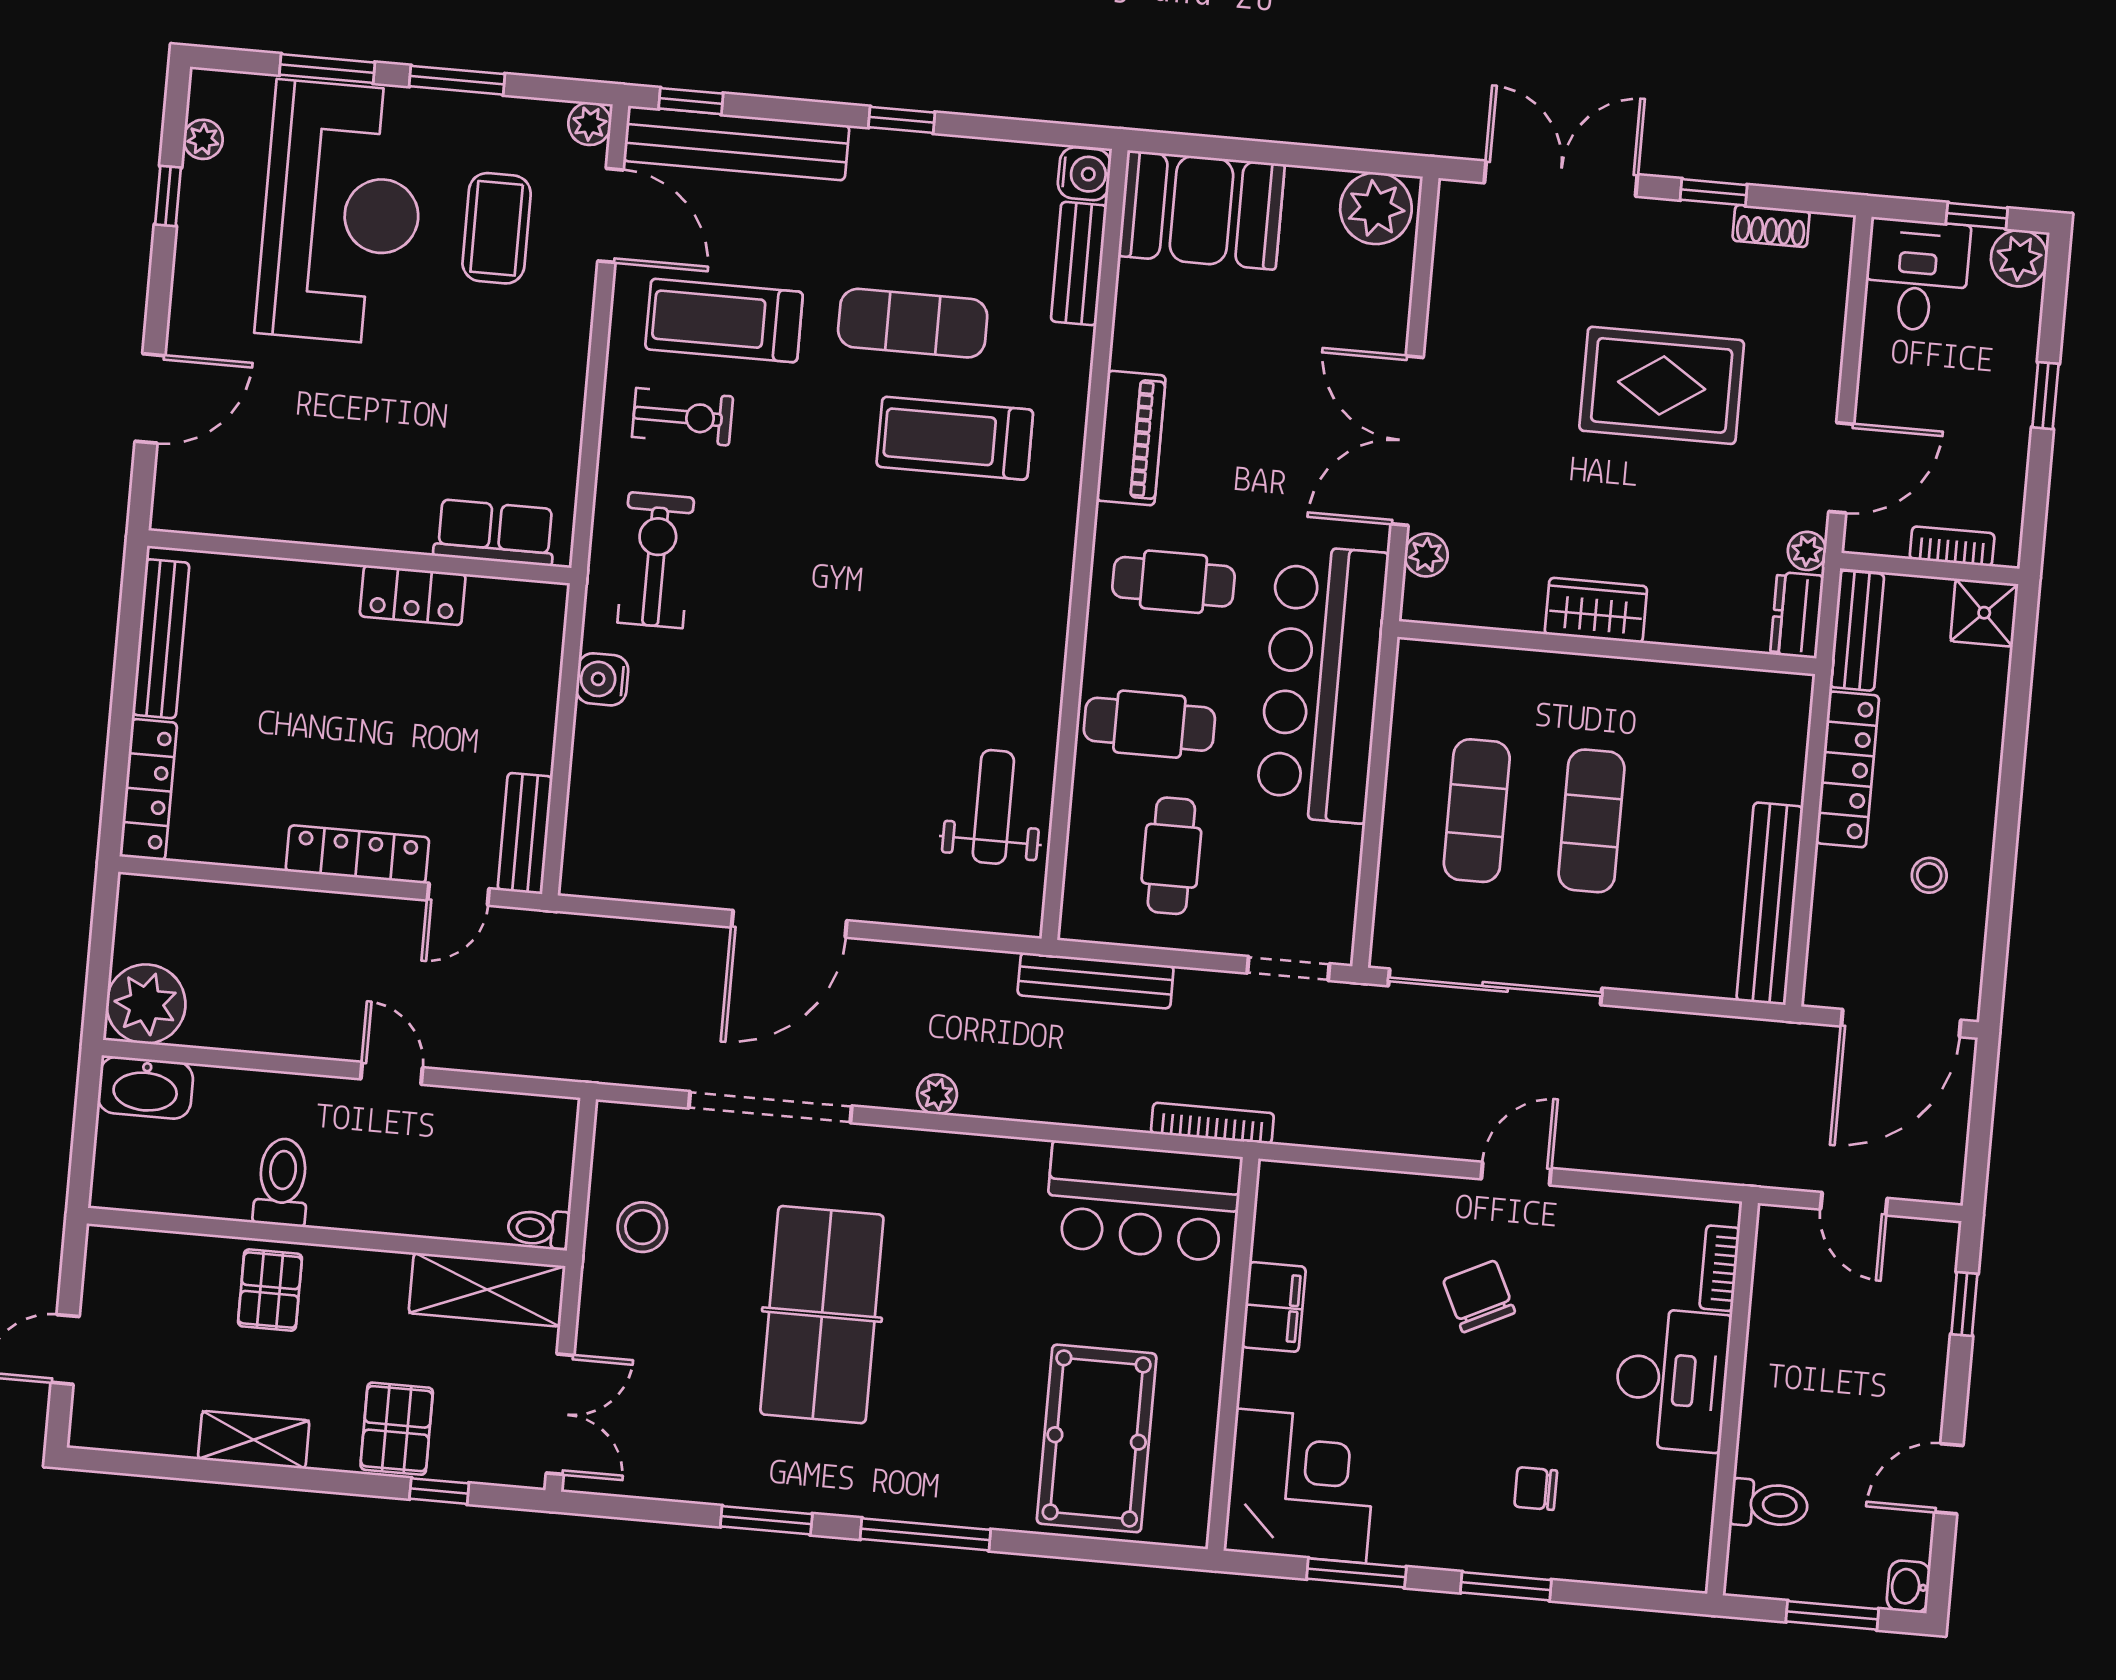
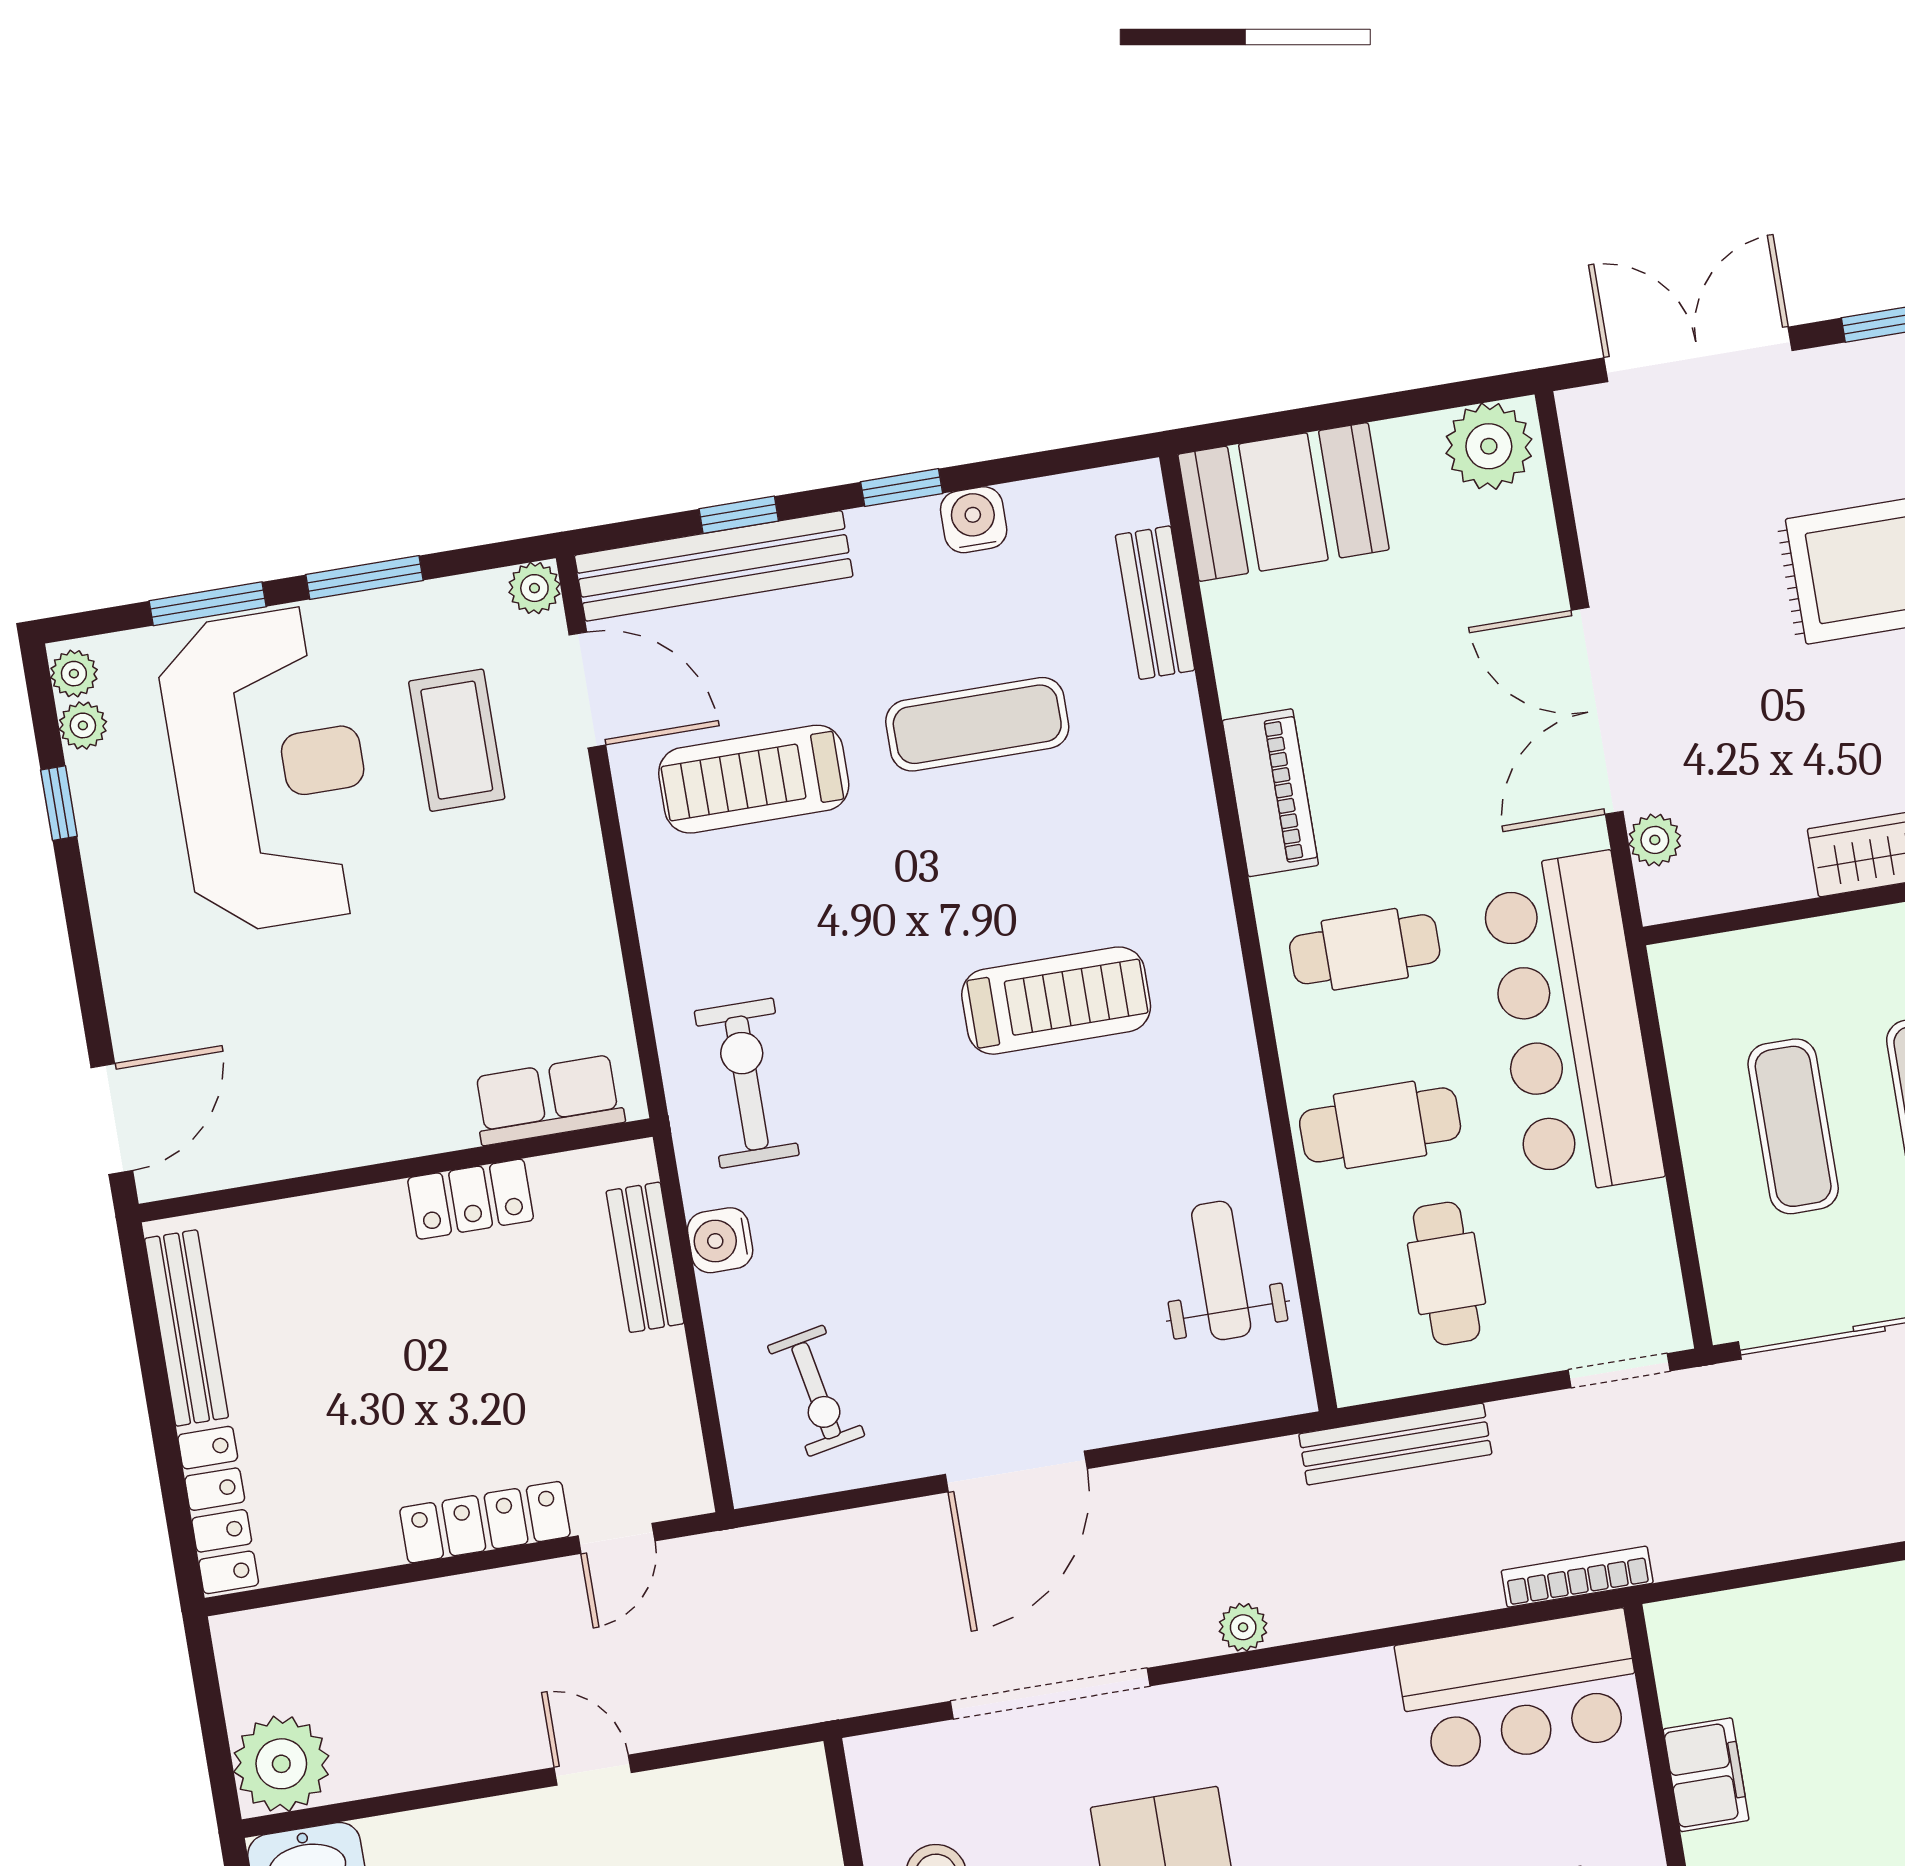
plant: (207, 96) -> (74, 674), added
window: (691, 101) -> (739, 515), moved
water cooler: (1084, 174) -> (974, 520), moved, turned -90
door: (150, 398) -> (112, 1119), moved
exercise bike: (683, 417) -> (816, 1391), moved, turned 79
treadmill: (955, 438) -> (1056, 1001), moved, turned 180
bench: (525, 833) -> (645, 1257), moved

